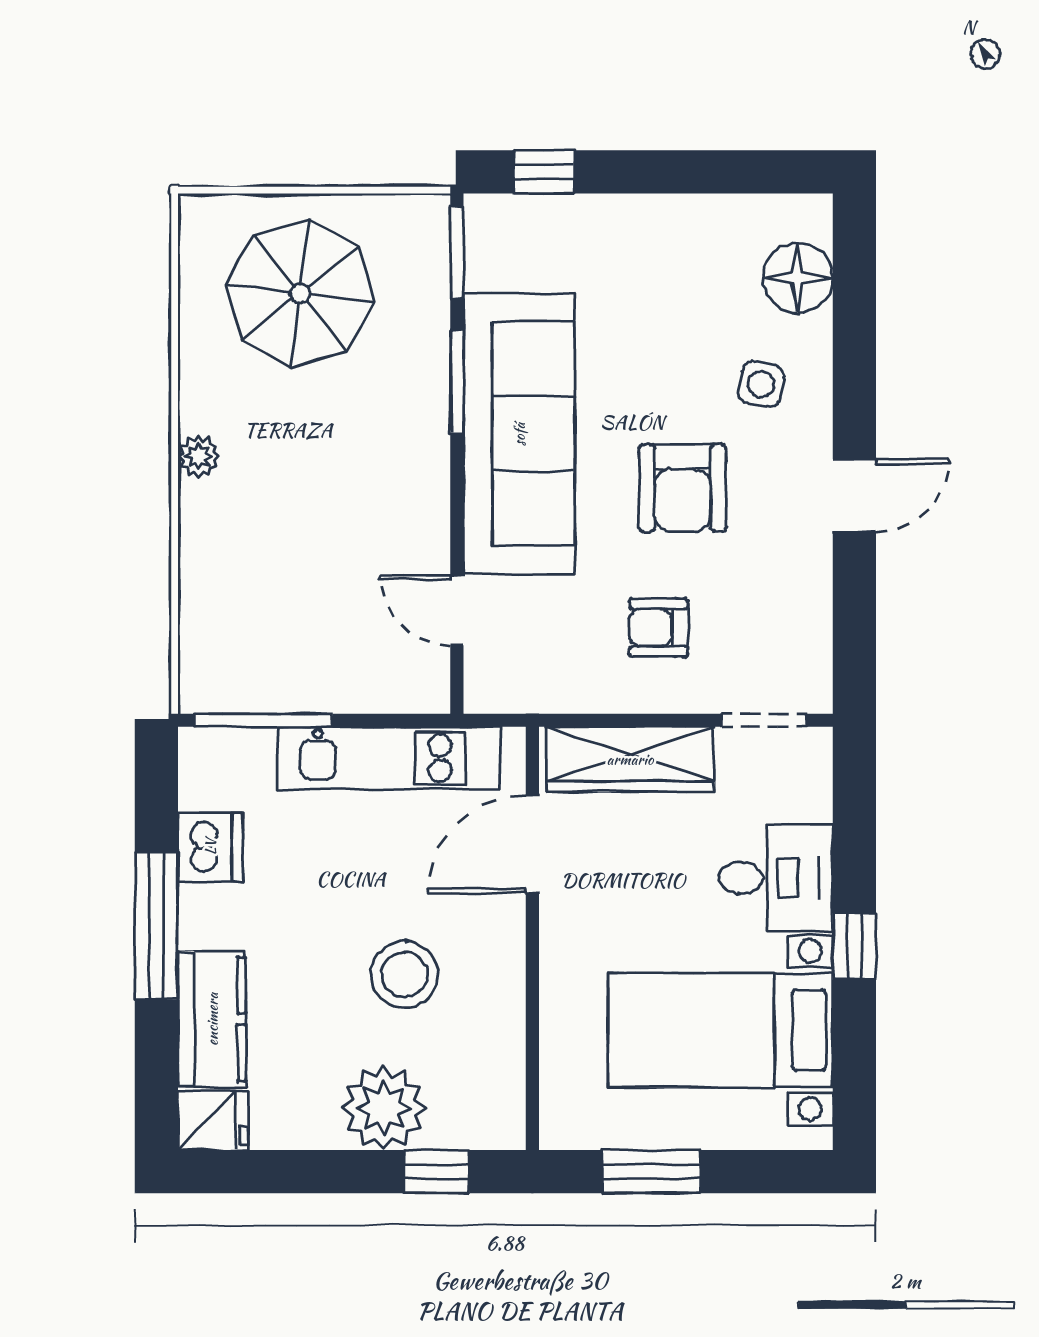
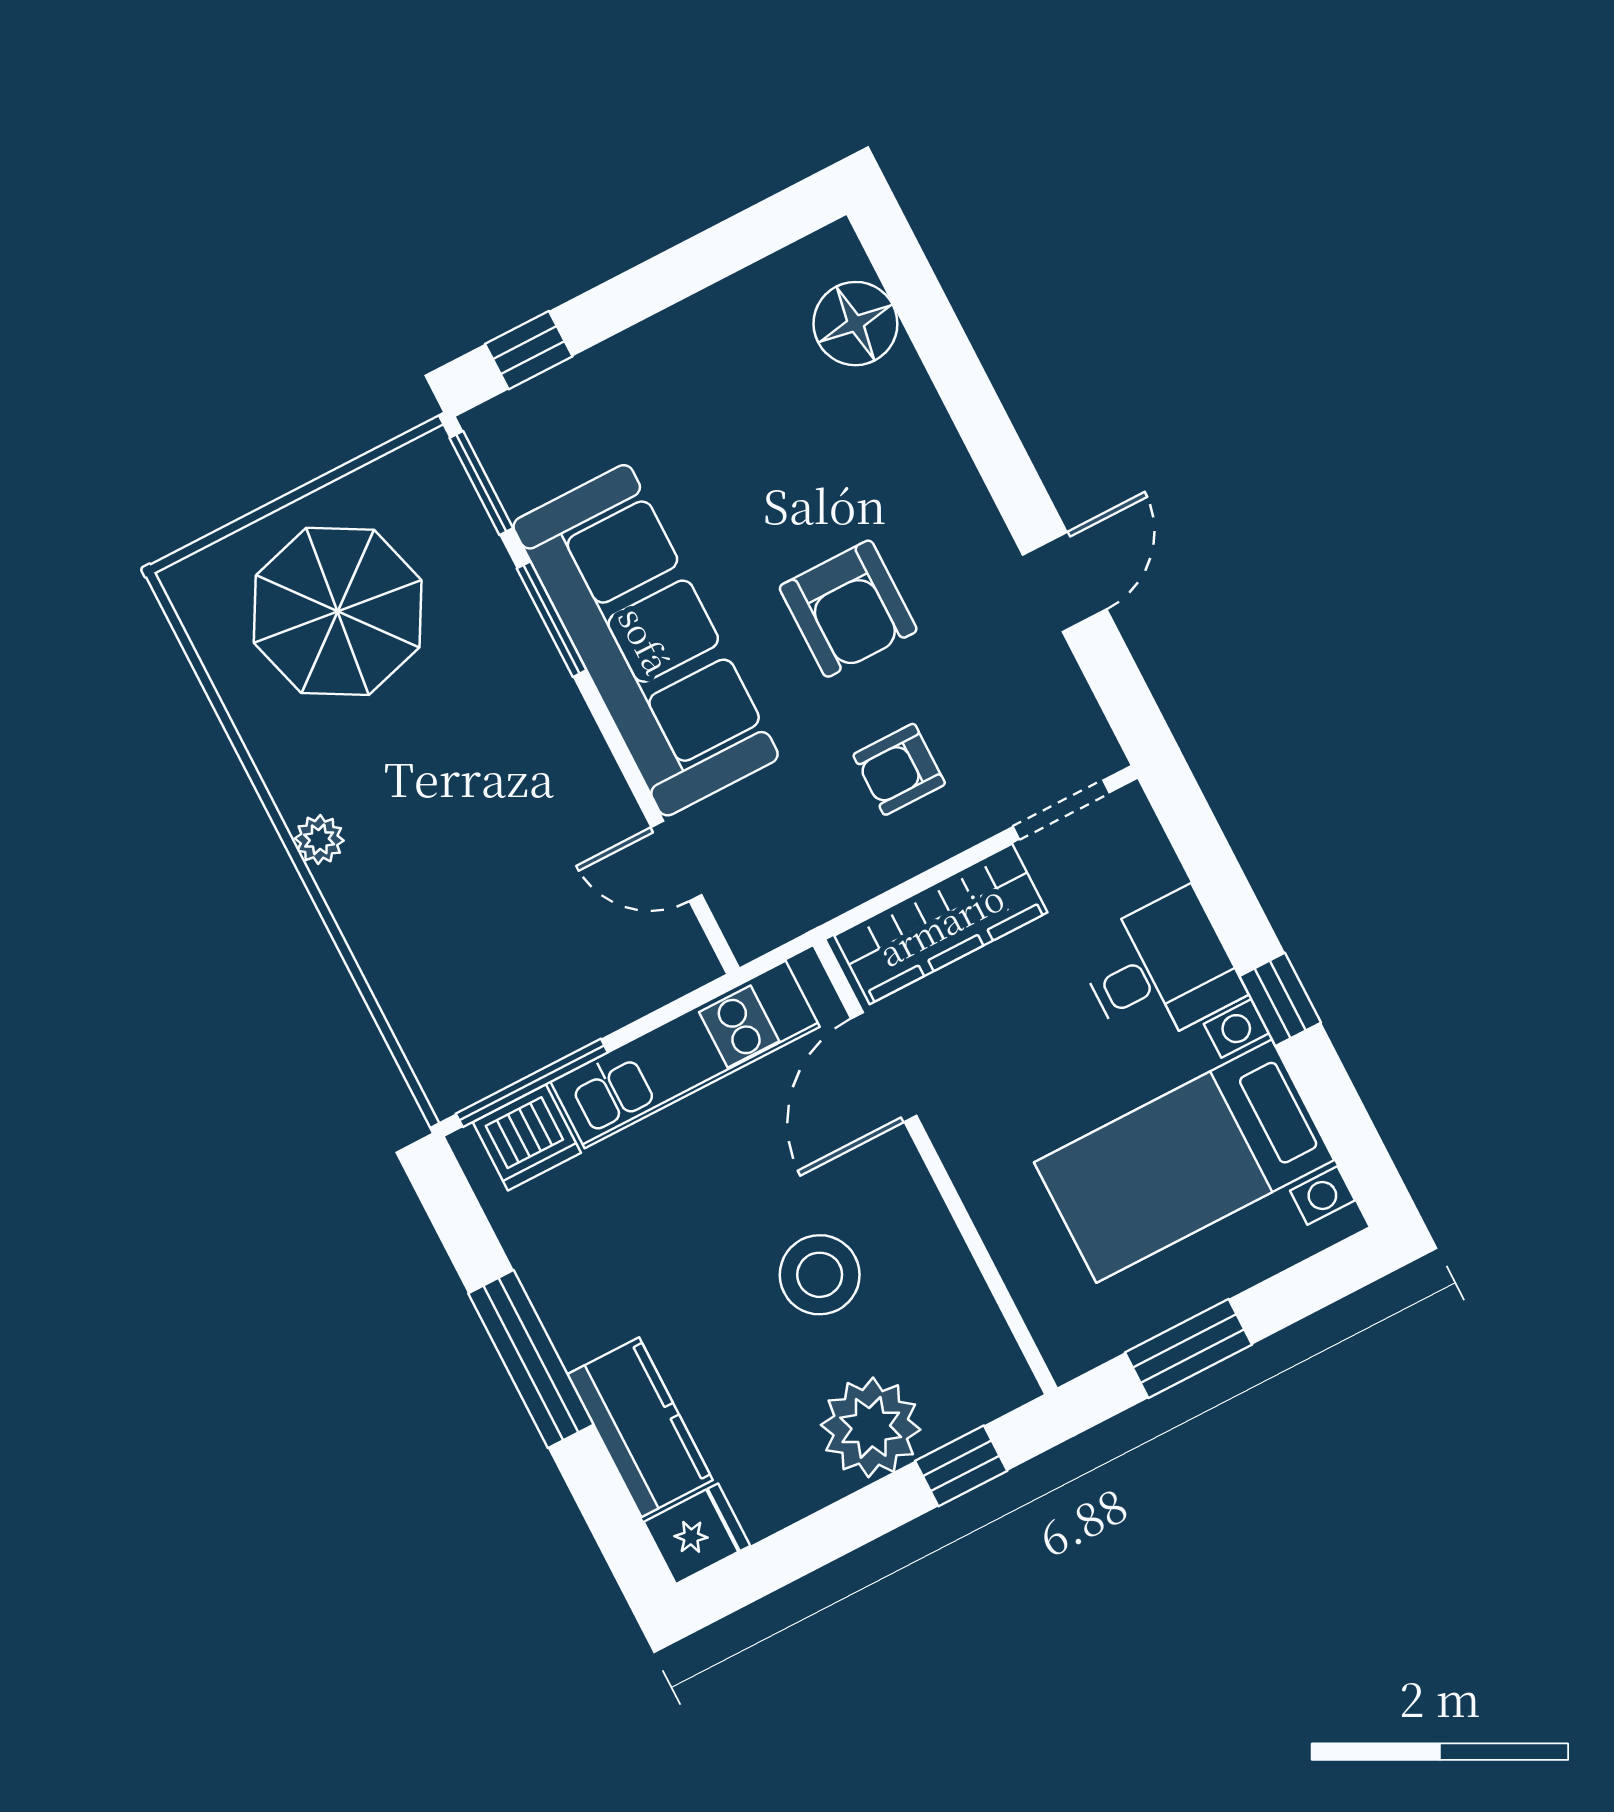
side table: (761, 384) -> (875, 456), removed
door: (854, 496) -> (1065, 582), moved
dishwasher: (210, 847) -> (527, 1137), moved, turned 90

